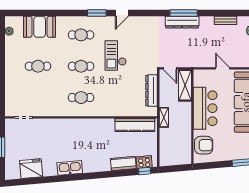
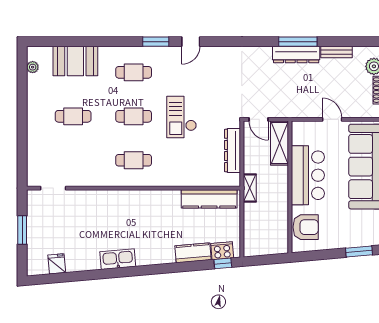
window: (184, 13) -> (298, 42), moved
dresser: (182, 22) -> (296, 54), moved
checkout: (116, 56) -> (182, 117), moved
fridge: (31, 169) -> (57, 264), width x0.53, depth x0.75

